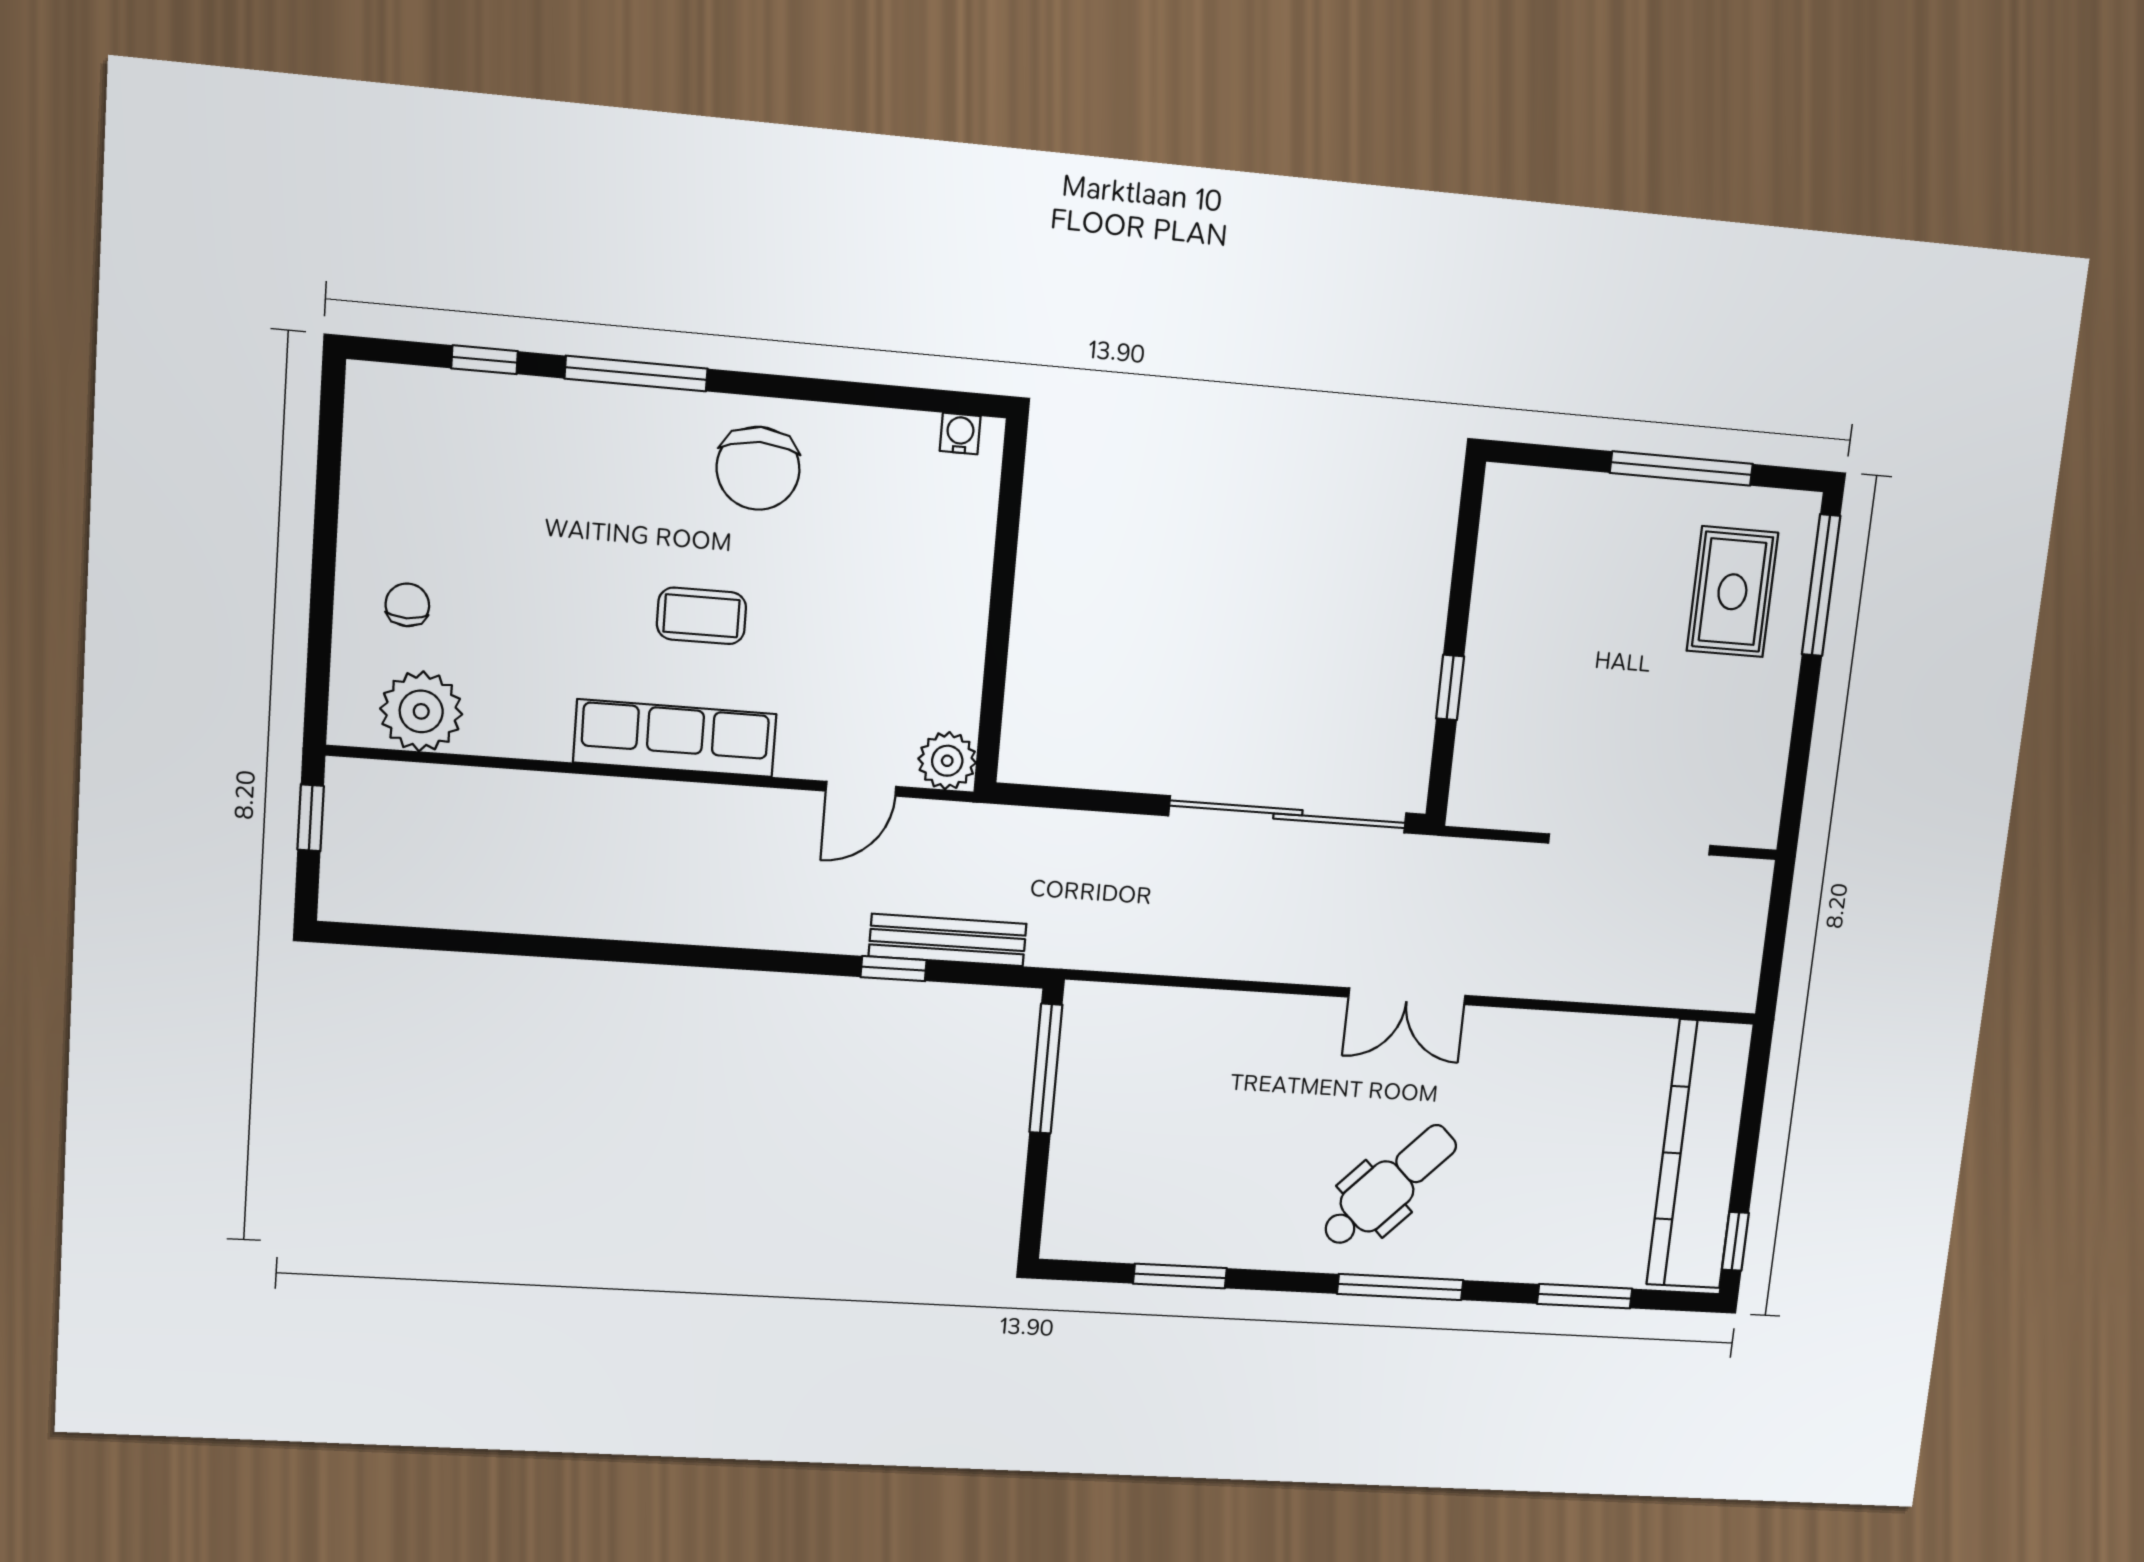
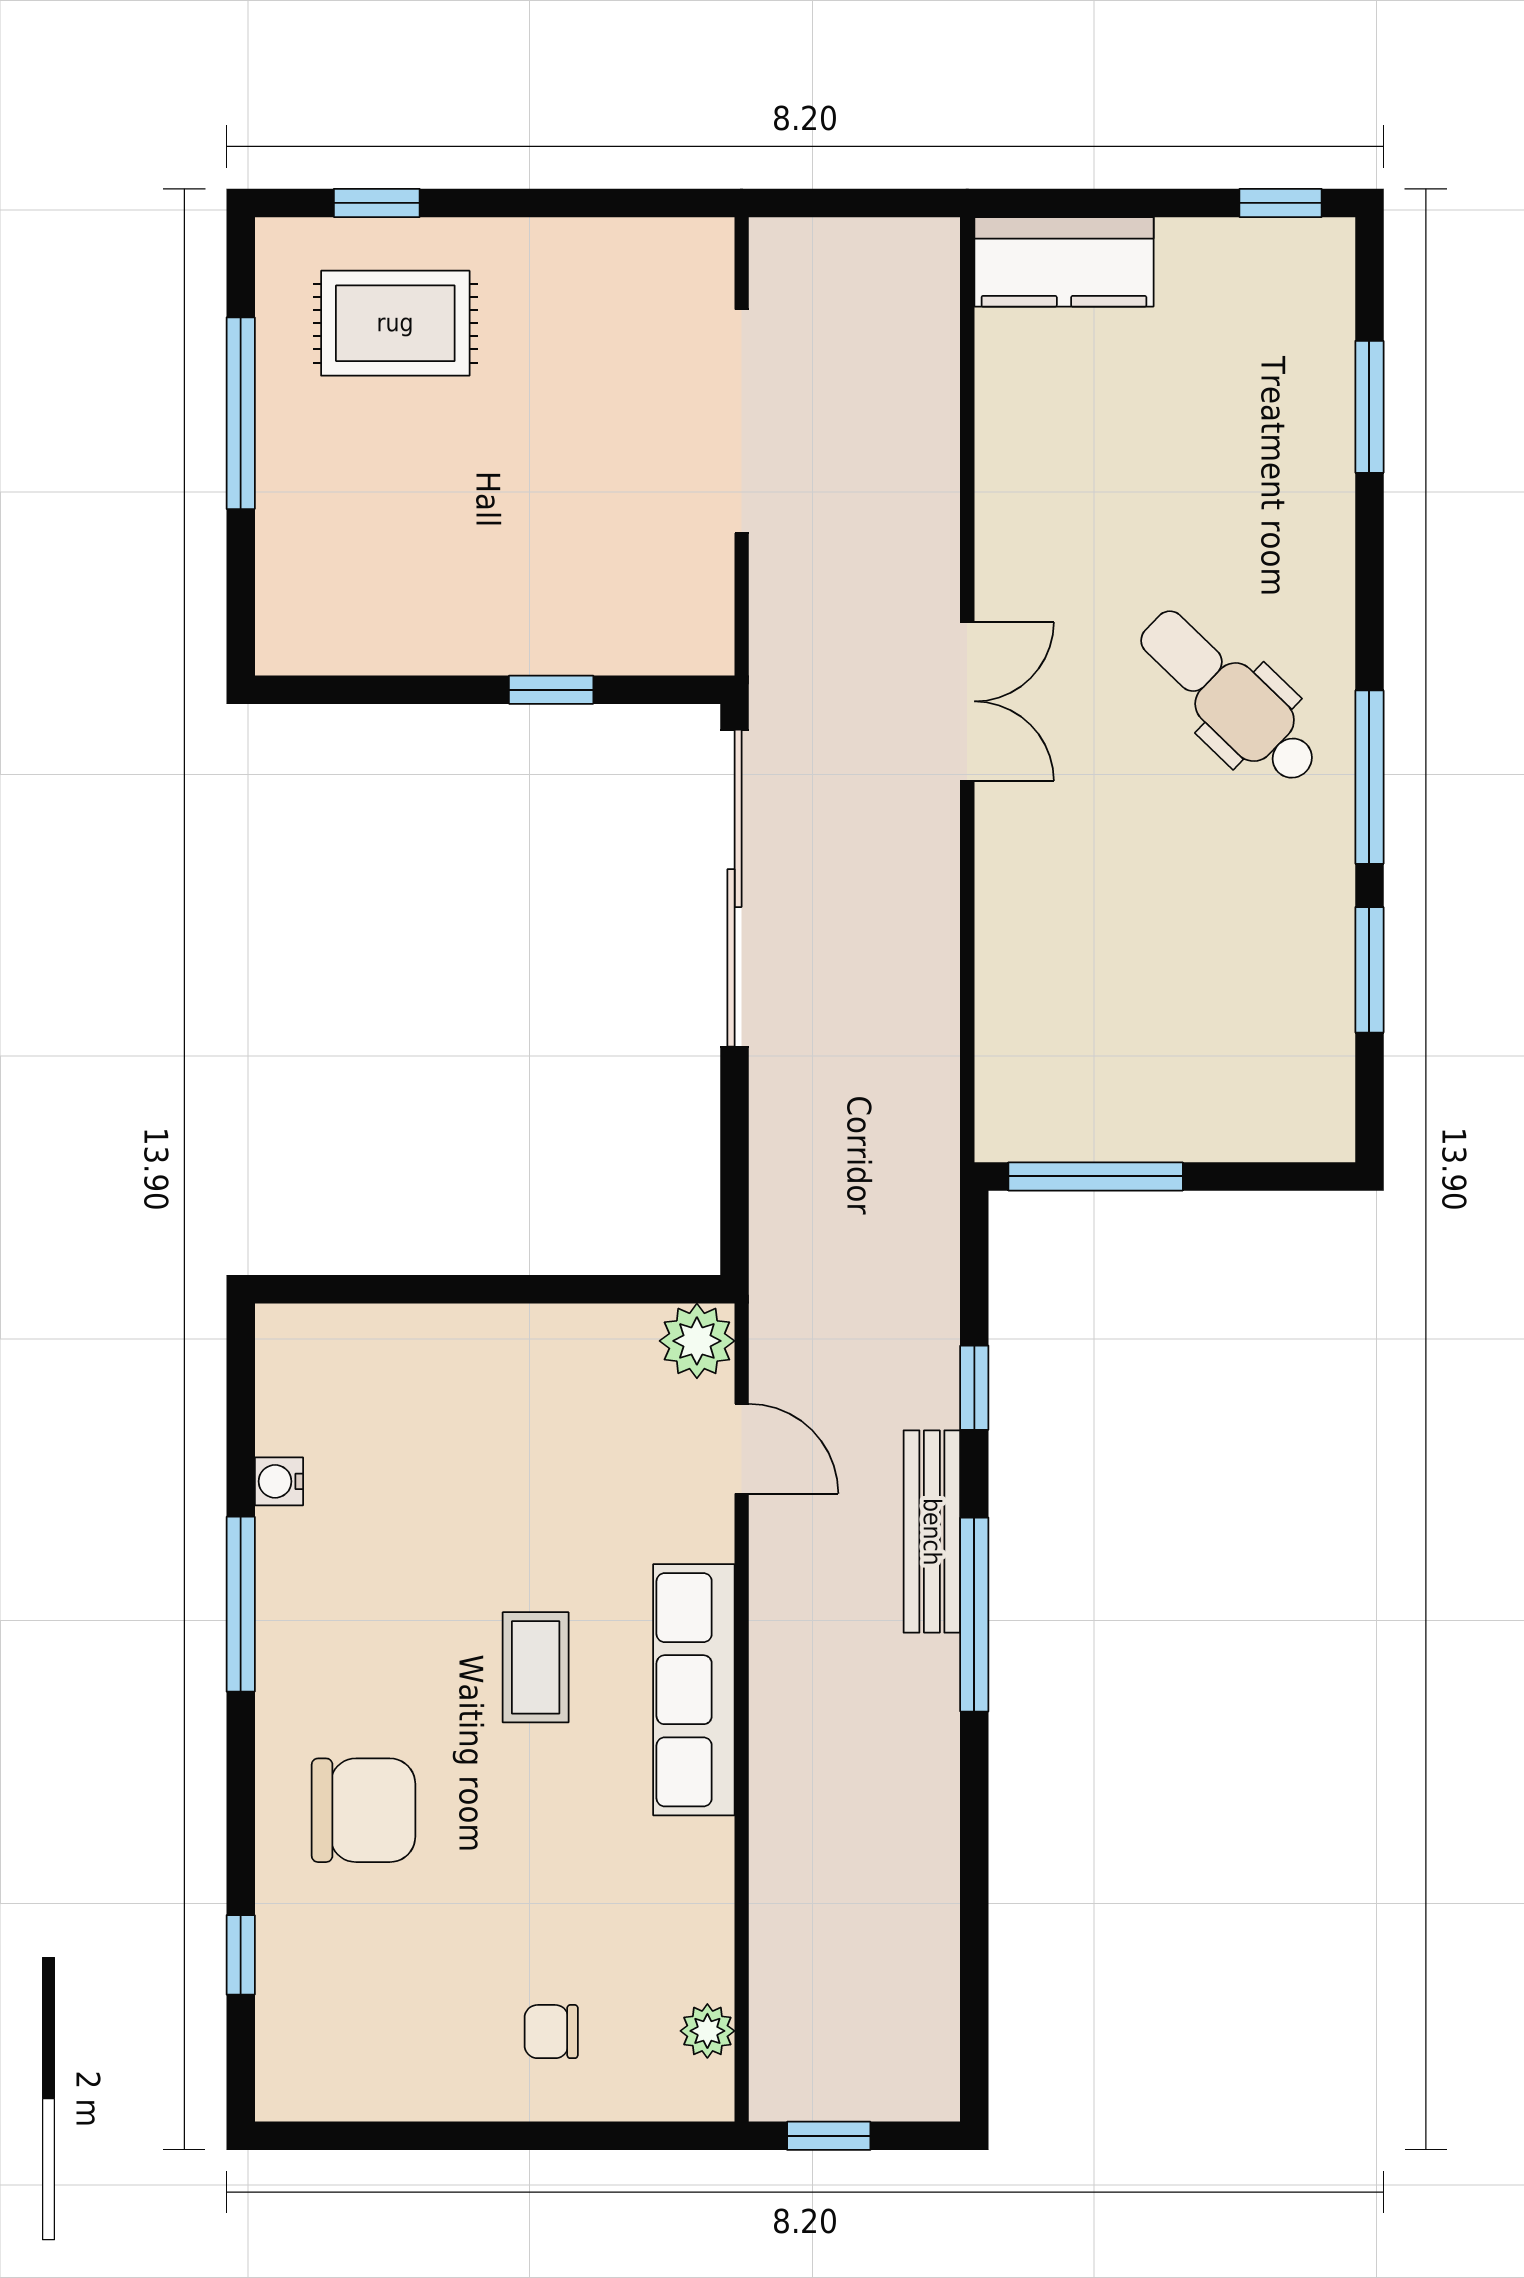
window: (636, 374) -> (241, 1604), moved
water cooler: (960, 434) -> (279, 1481), moved
chair: (758, 468) -> (363, 1810), moved
window: (1821, 585) -> (377, 203), width x0.46
plant: (421, 711) -> (707, 2031), width x0.53, depth x0.53
bench: (948, 940) -> (932, 1532), moved
window: (718, 957) -> (974, 1615), added
kitchen counter: (1700, 1155) -> (1064, 262), width x0.48, depth x0.86
window: (1400, 1287) -> (1369, 777), moved

